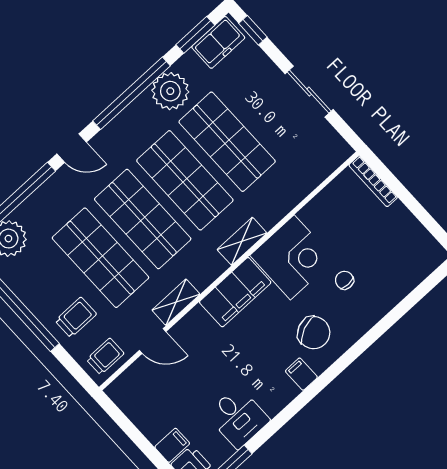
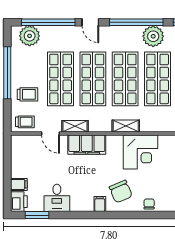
chair: (344, 280) -> (149, 204), moved
filing cabinet: (235, 292) -> (87, 145), moved

